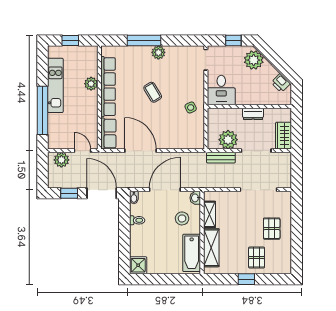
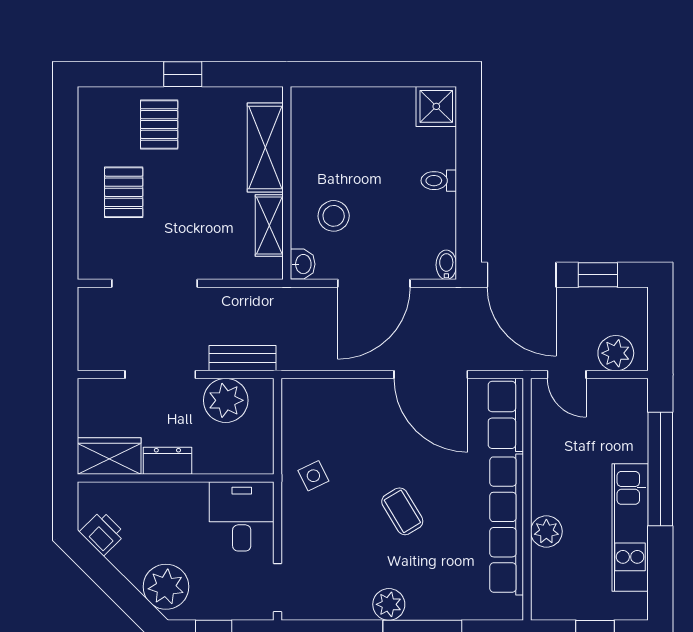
wardrobe: (284, 136) -> (109, 456), moved, turned -90
toilet: (137, 220) -> (439, 181), moved
bathtub: (192, 253) -> (311, 135), removed

